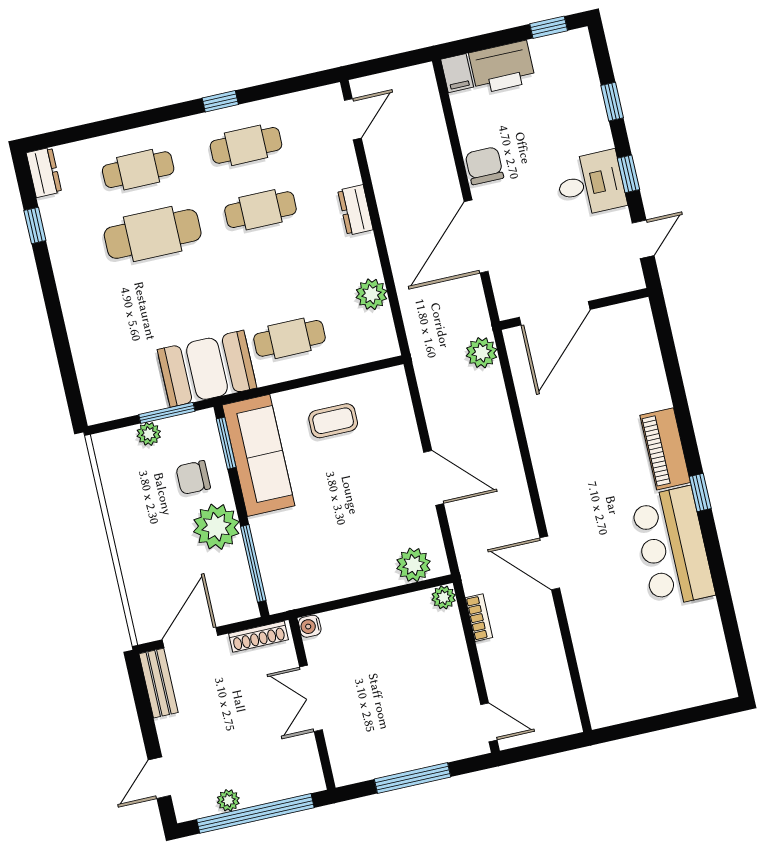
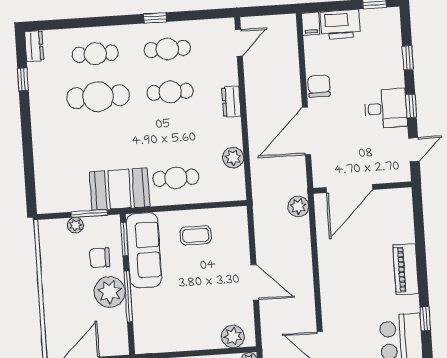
piano: (665, 449) -> (406, 269), moved
window: (253, 563) -> (128, 296), moved

